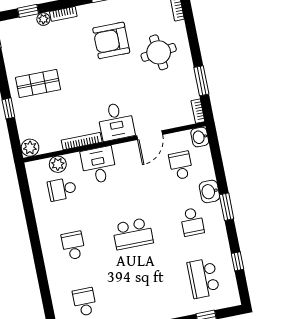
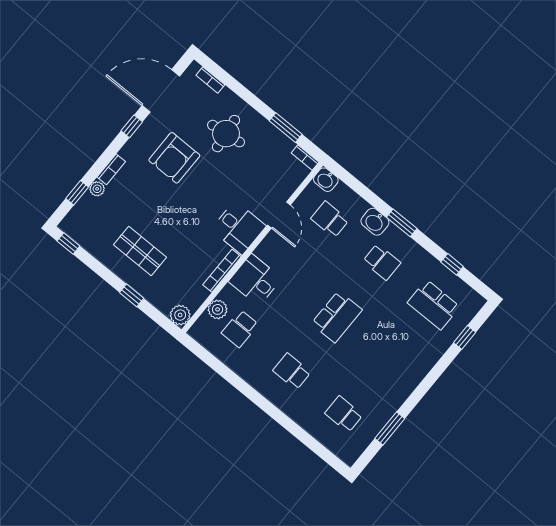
shop shelf: (38, 84) -> (140, 251), turned 90

